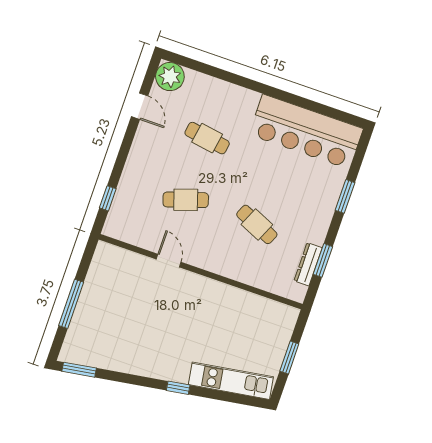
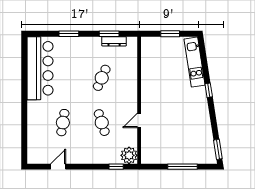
plant: (170, 77) -> (129, 155), moved

